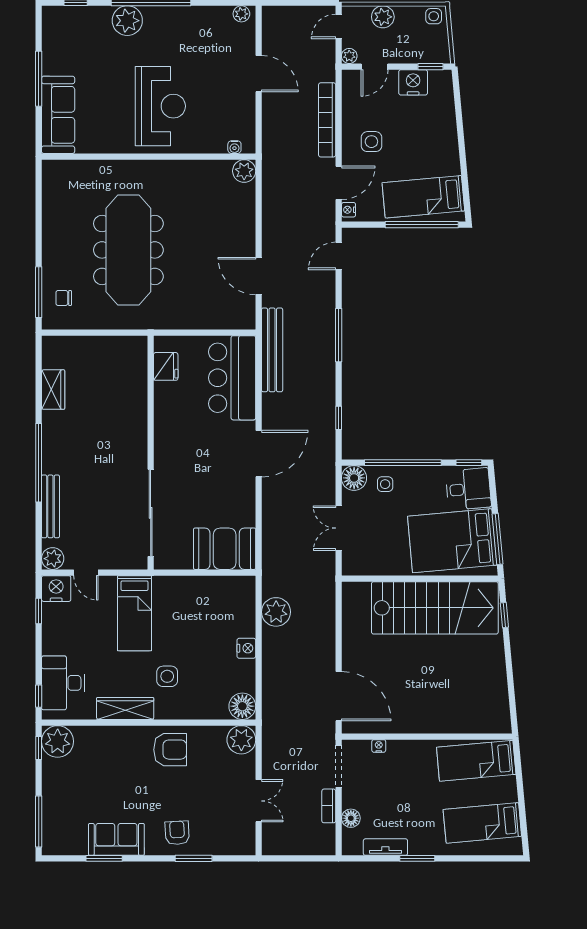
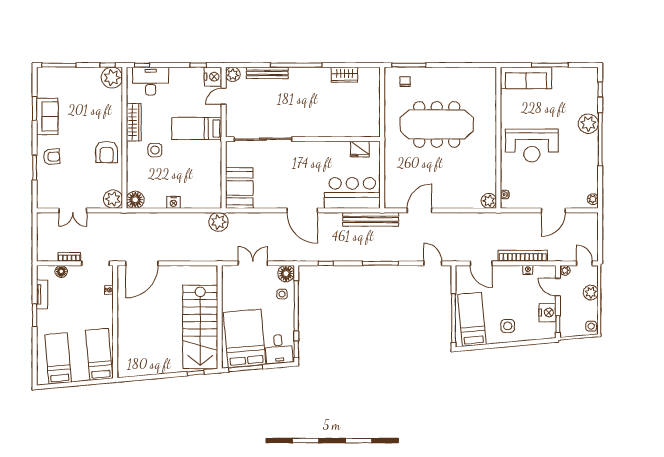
side table: (371, 142) -> (508, 326), moved
nightstand: (349, 210) -> (528, 270), moved
plant: (276, 612) -> (218, 222), moved

